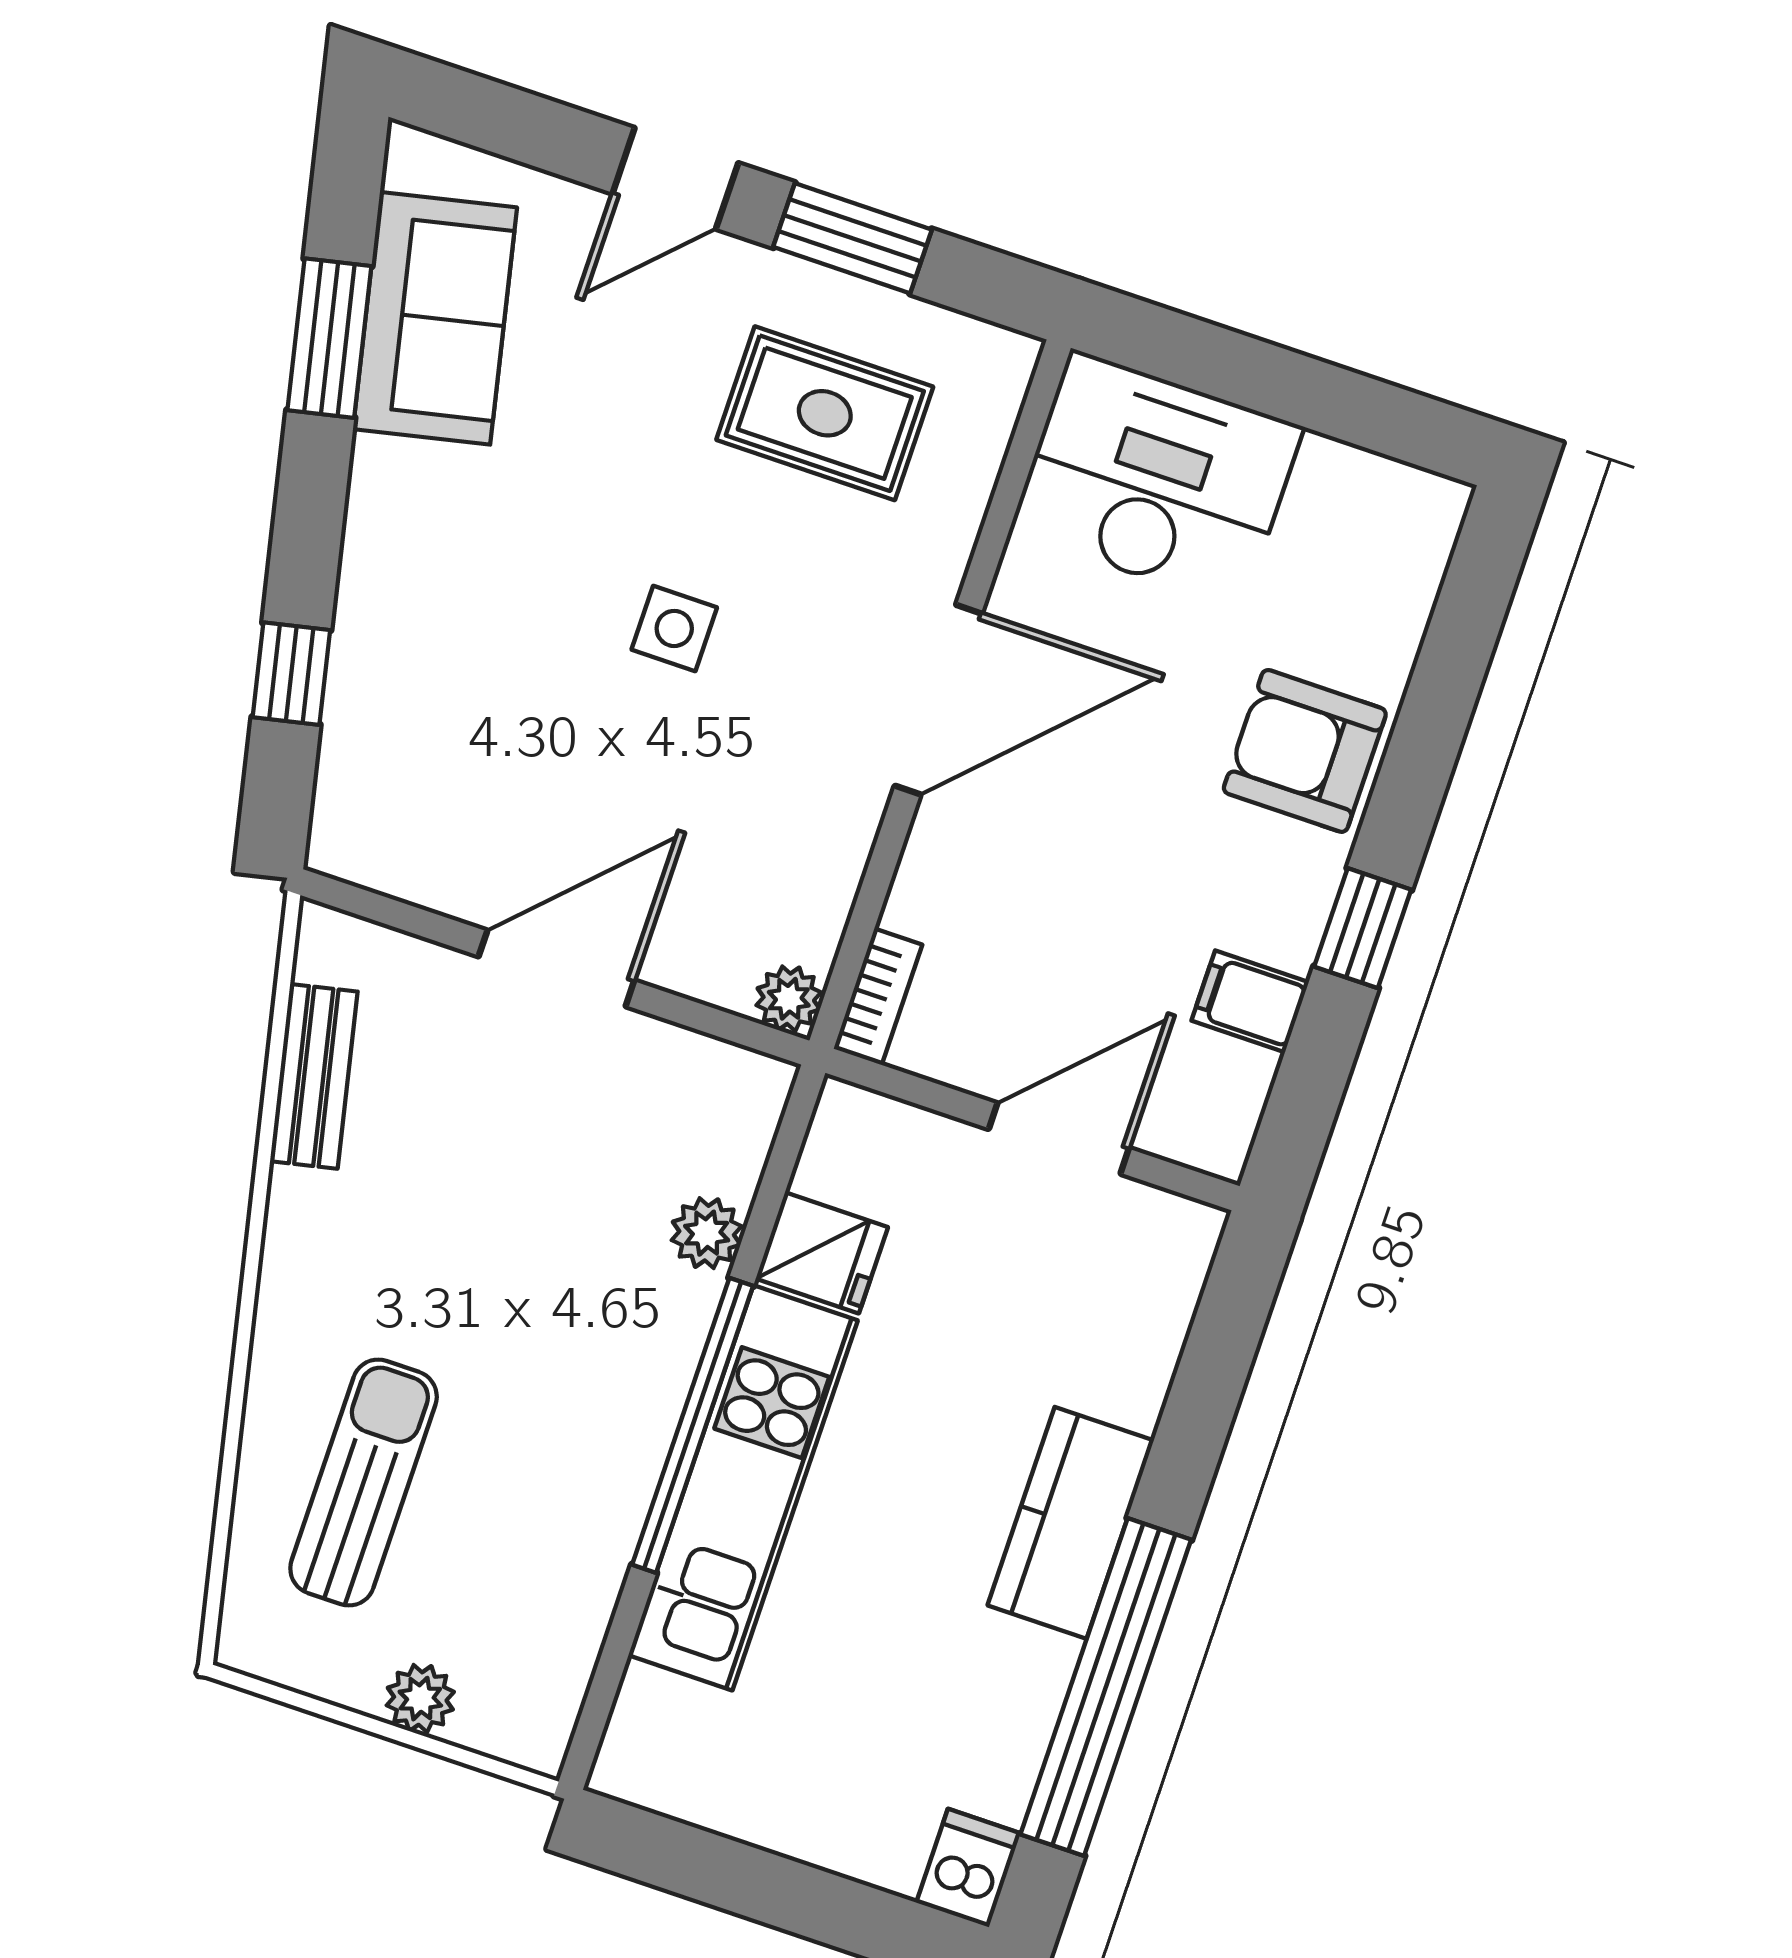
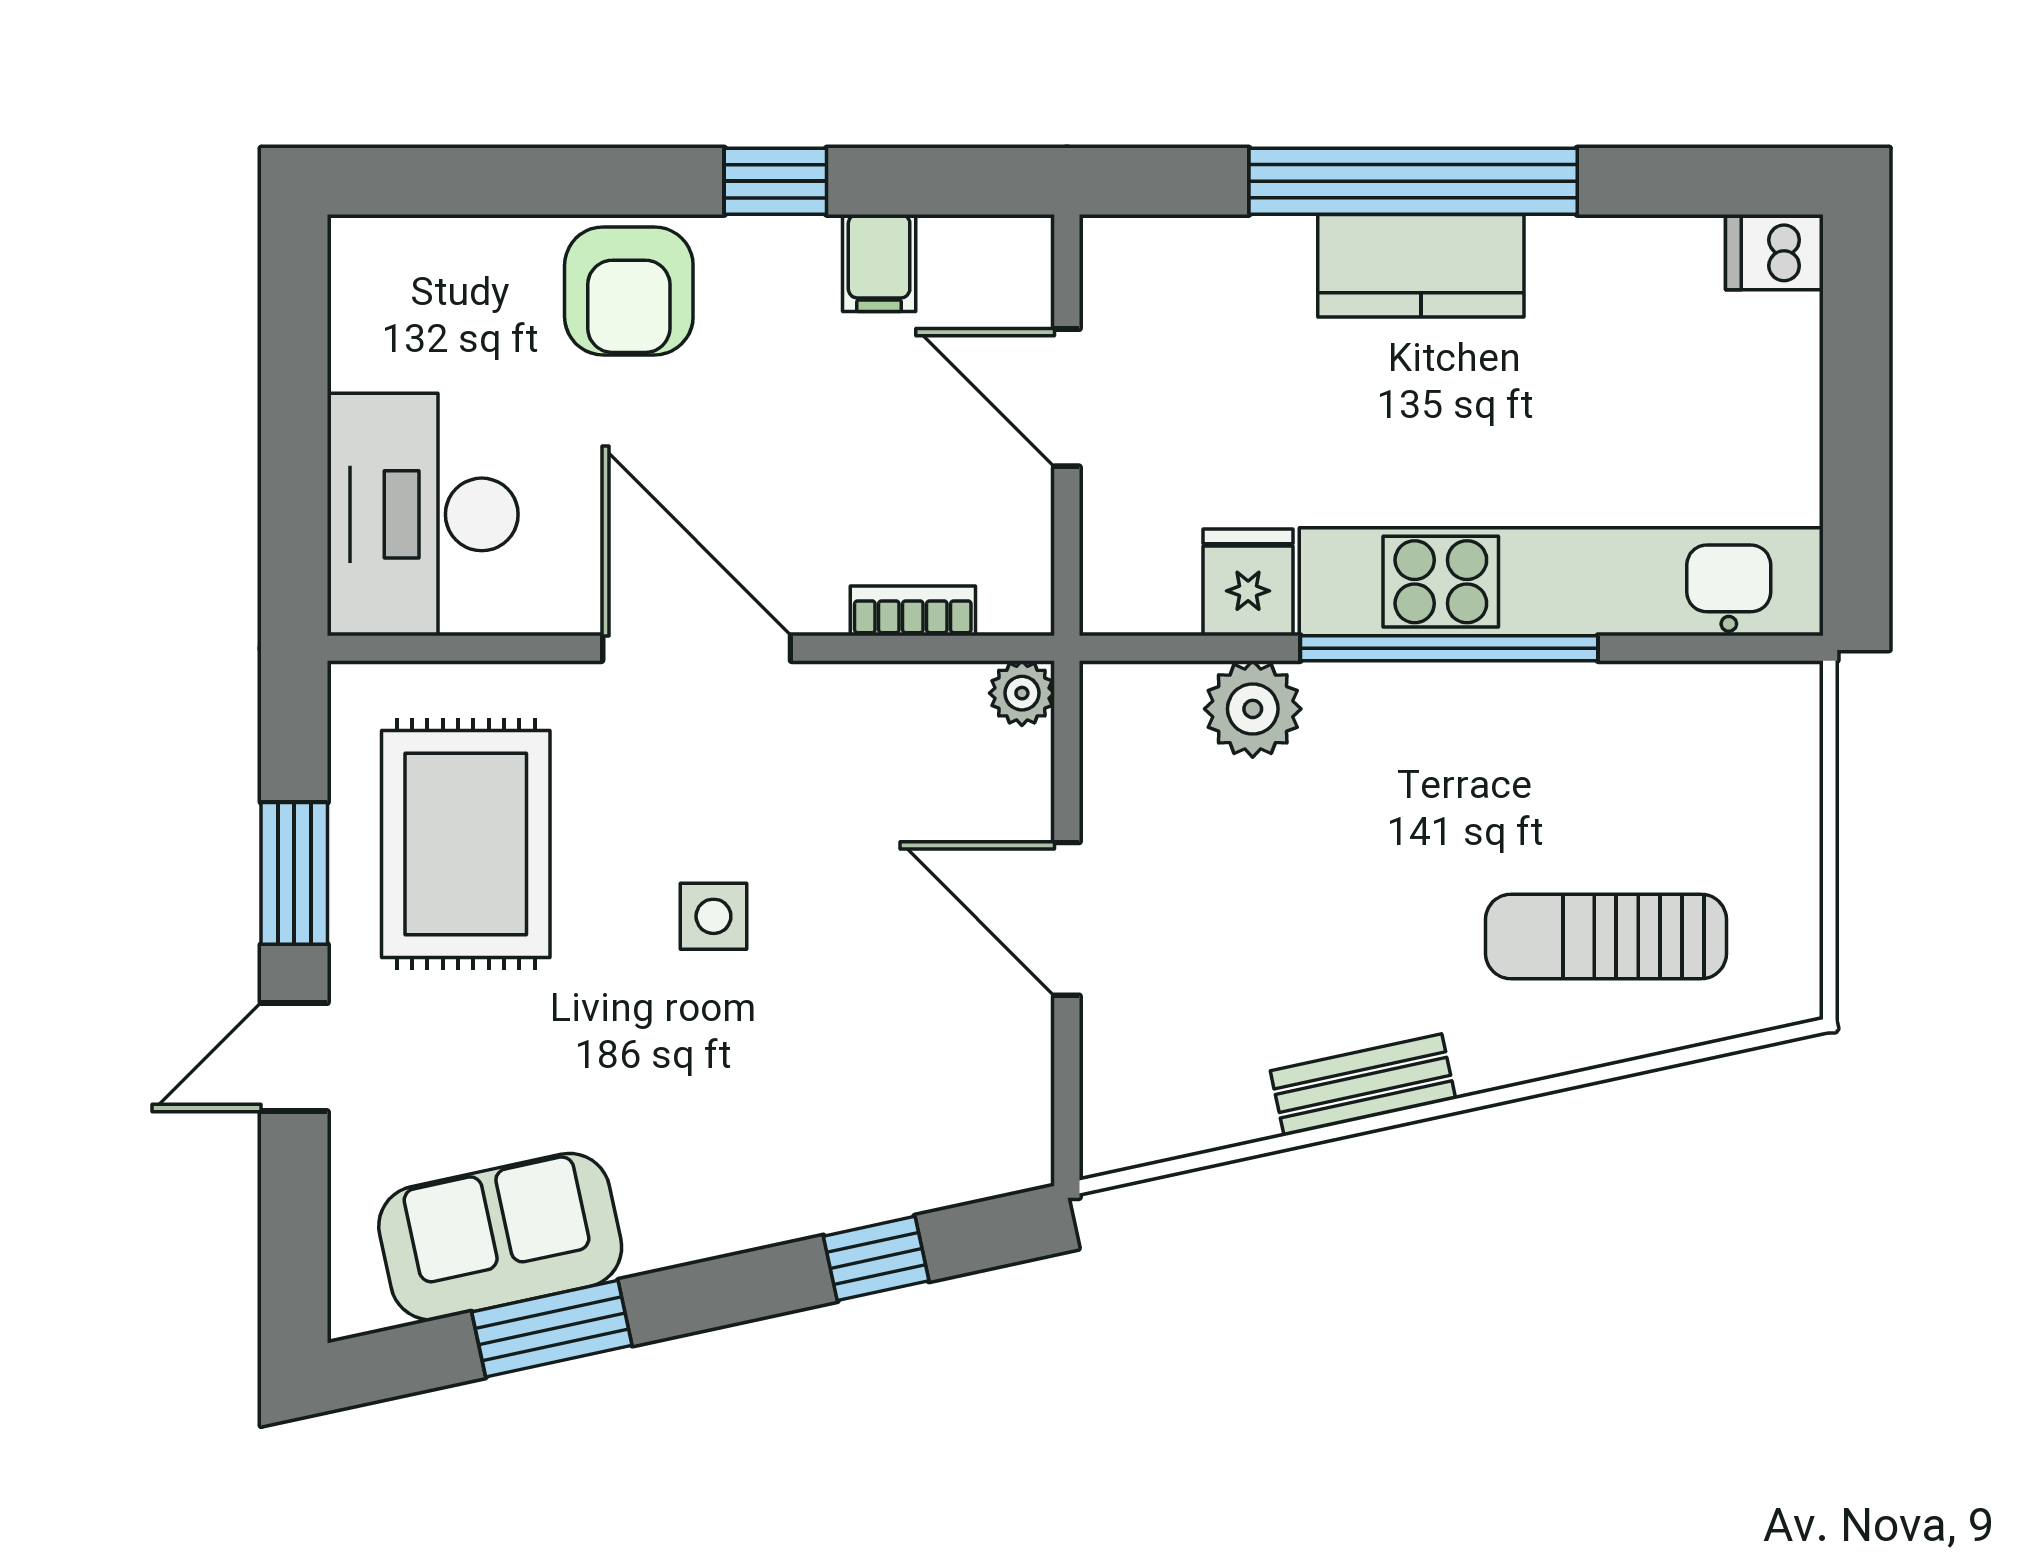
door: (675, 178) -> (294, 1057), swing flipped
rug: (825, 413) -> (466, 844), width x1.36, depth x1.43
bookcase: (878, 997) -> (913, 611), moved
bench: (314, 1076) -> (1363, 1085), moved
plant: (707, 1233) -> (1253, 709), width x1.38, depth x1.38
kitchen unit: (743, 1488) -> (1561, 582), width x1.36
window: (1106, 1687) -> (1413, 181), moved
plant: (420, 1699) -> (1789, 816), removed

